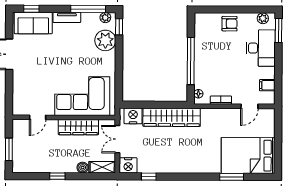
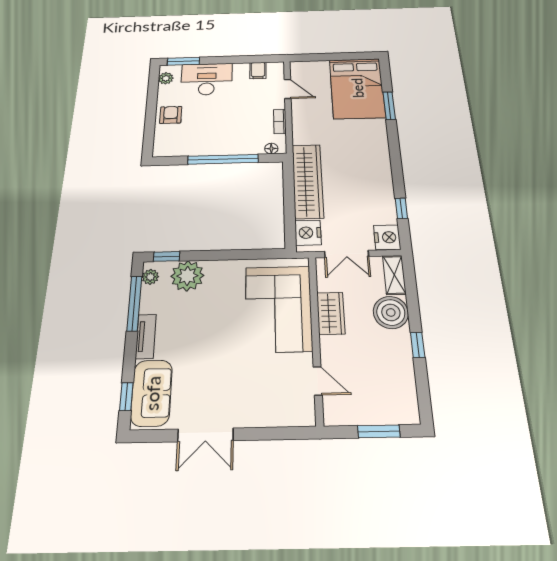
wardrobe: (78, 127) -> (331, 313), width x0.67
boiler: (83, 168) -> (391, 312), width x1.86, depth x1.86

